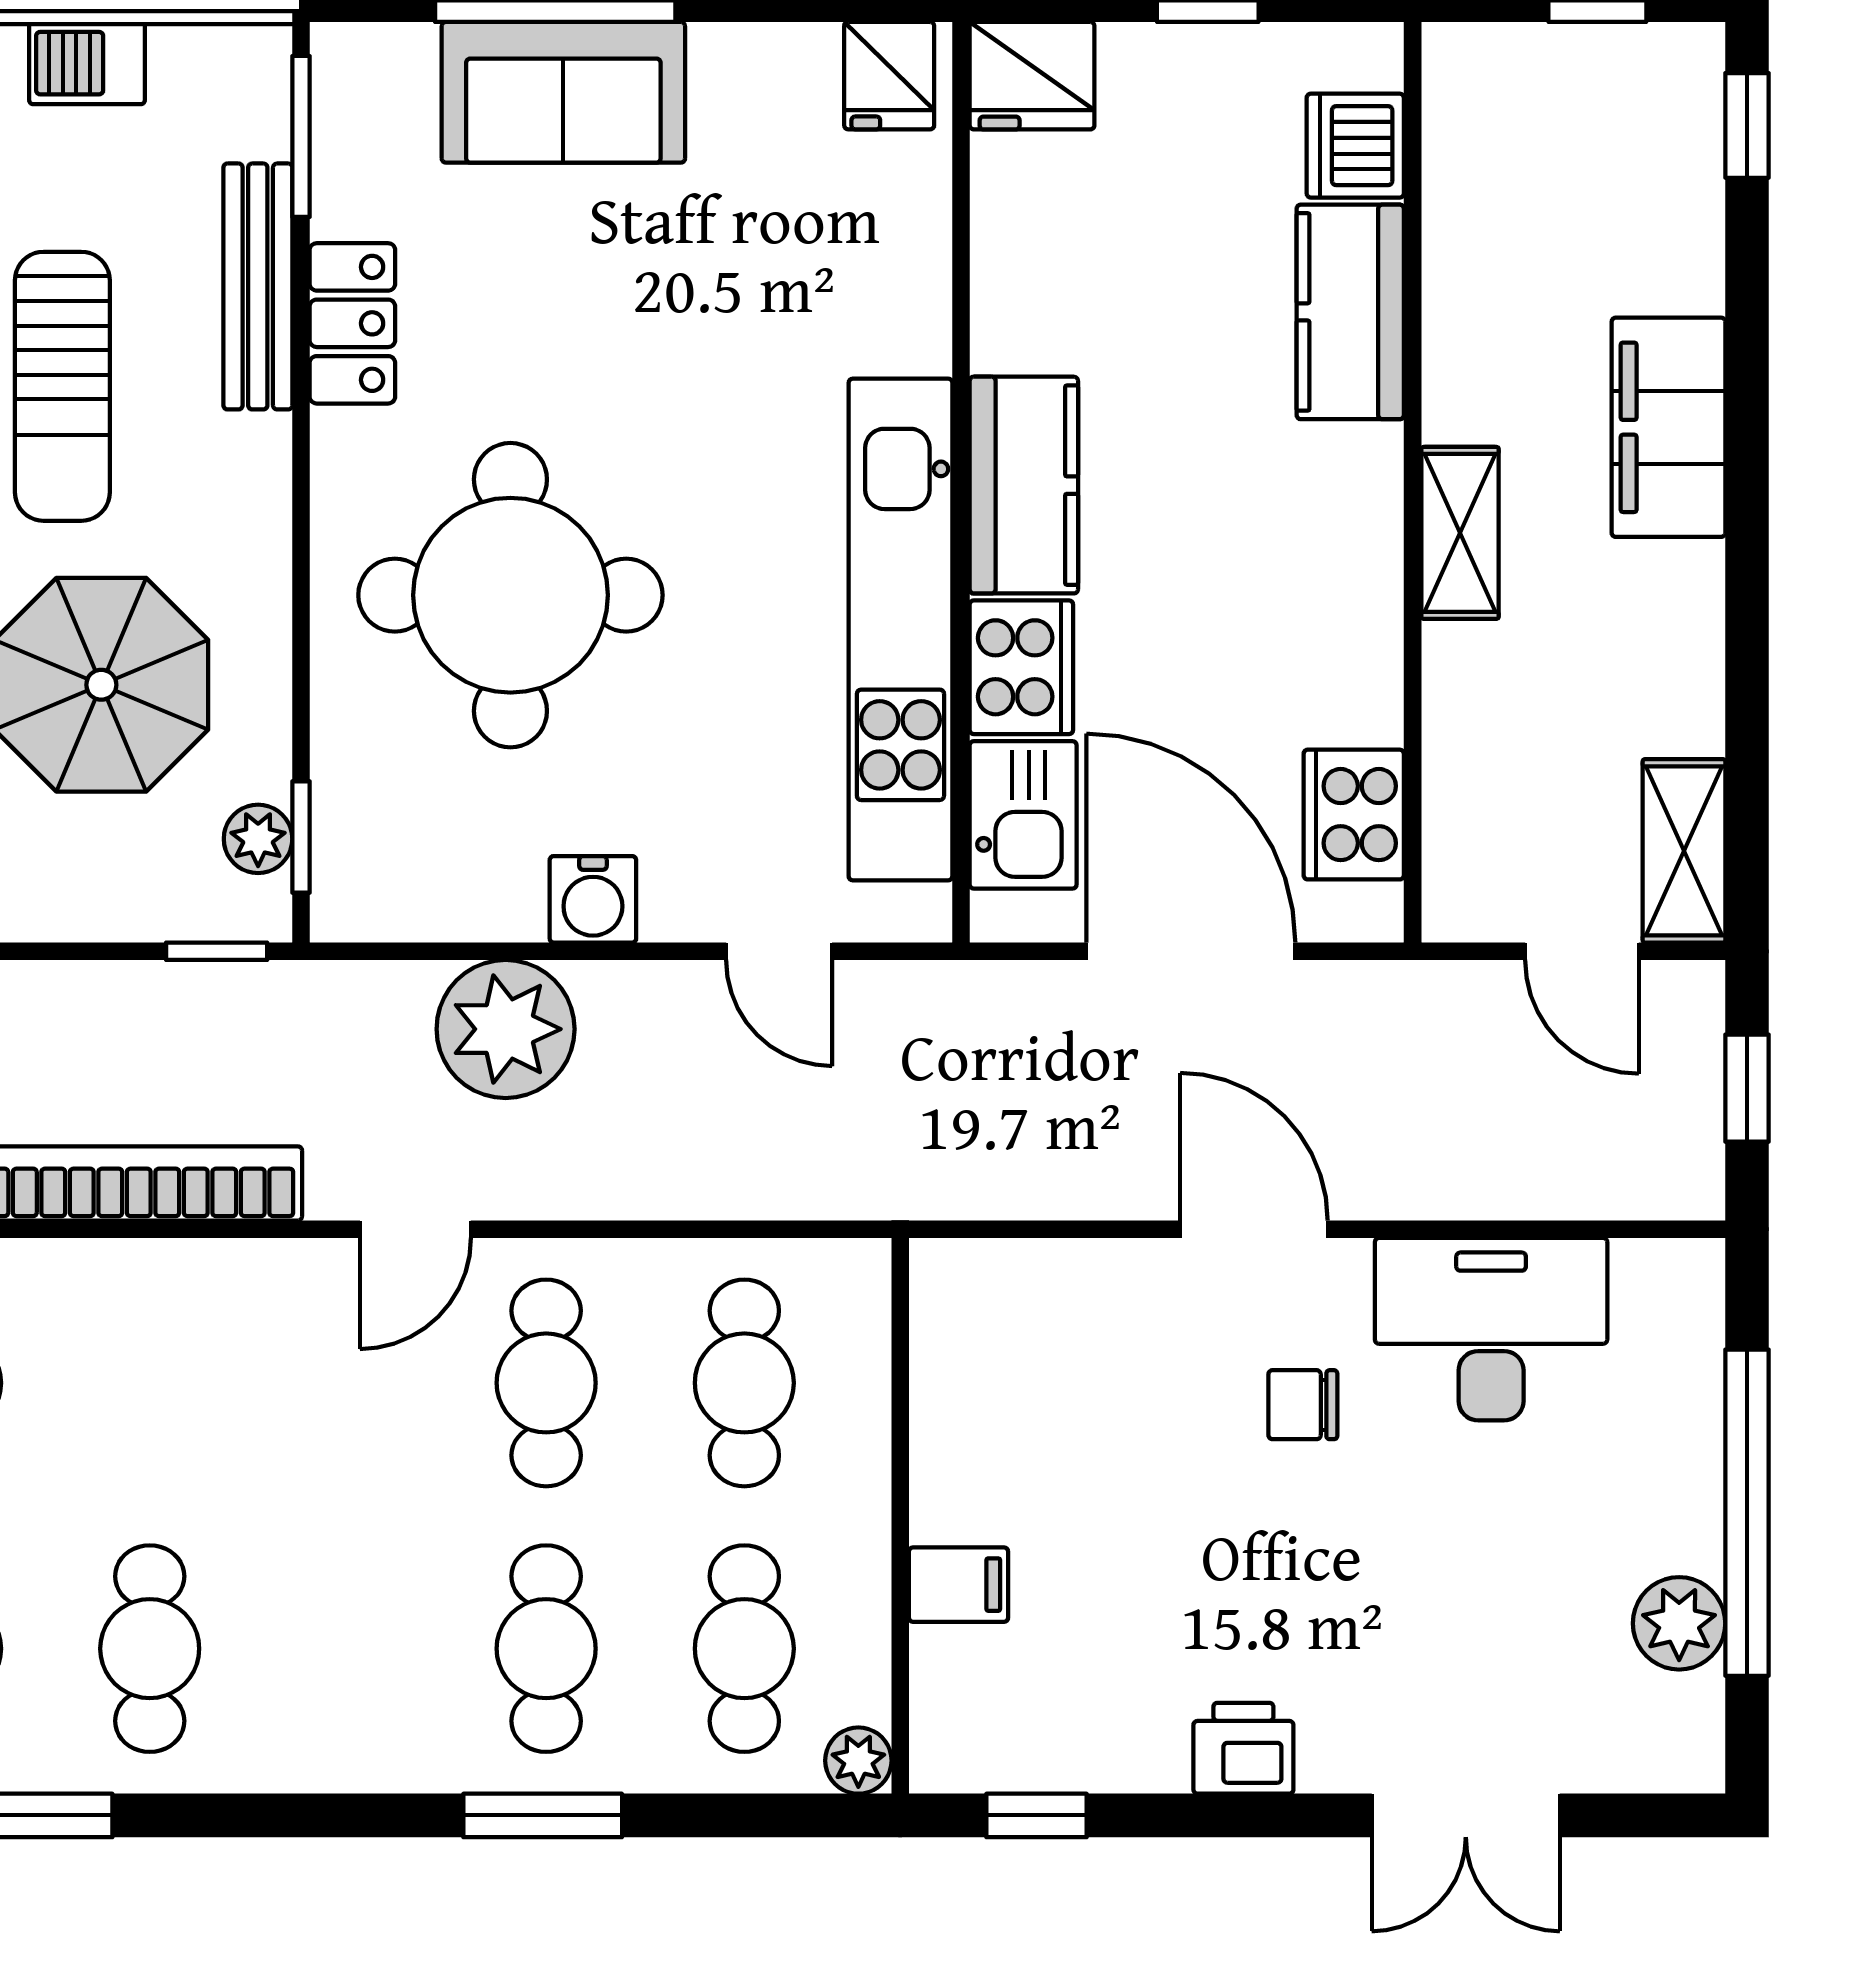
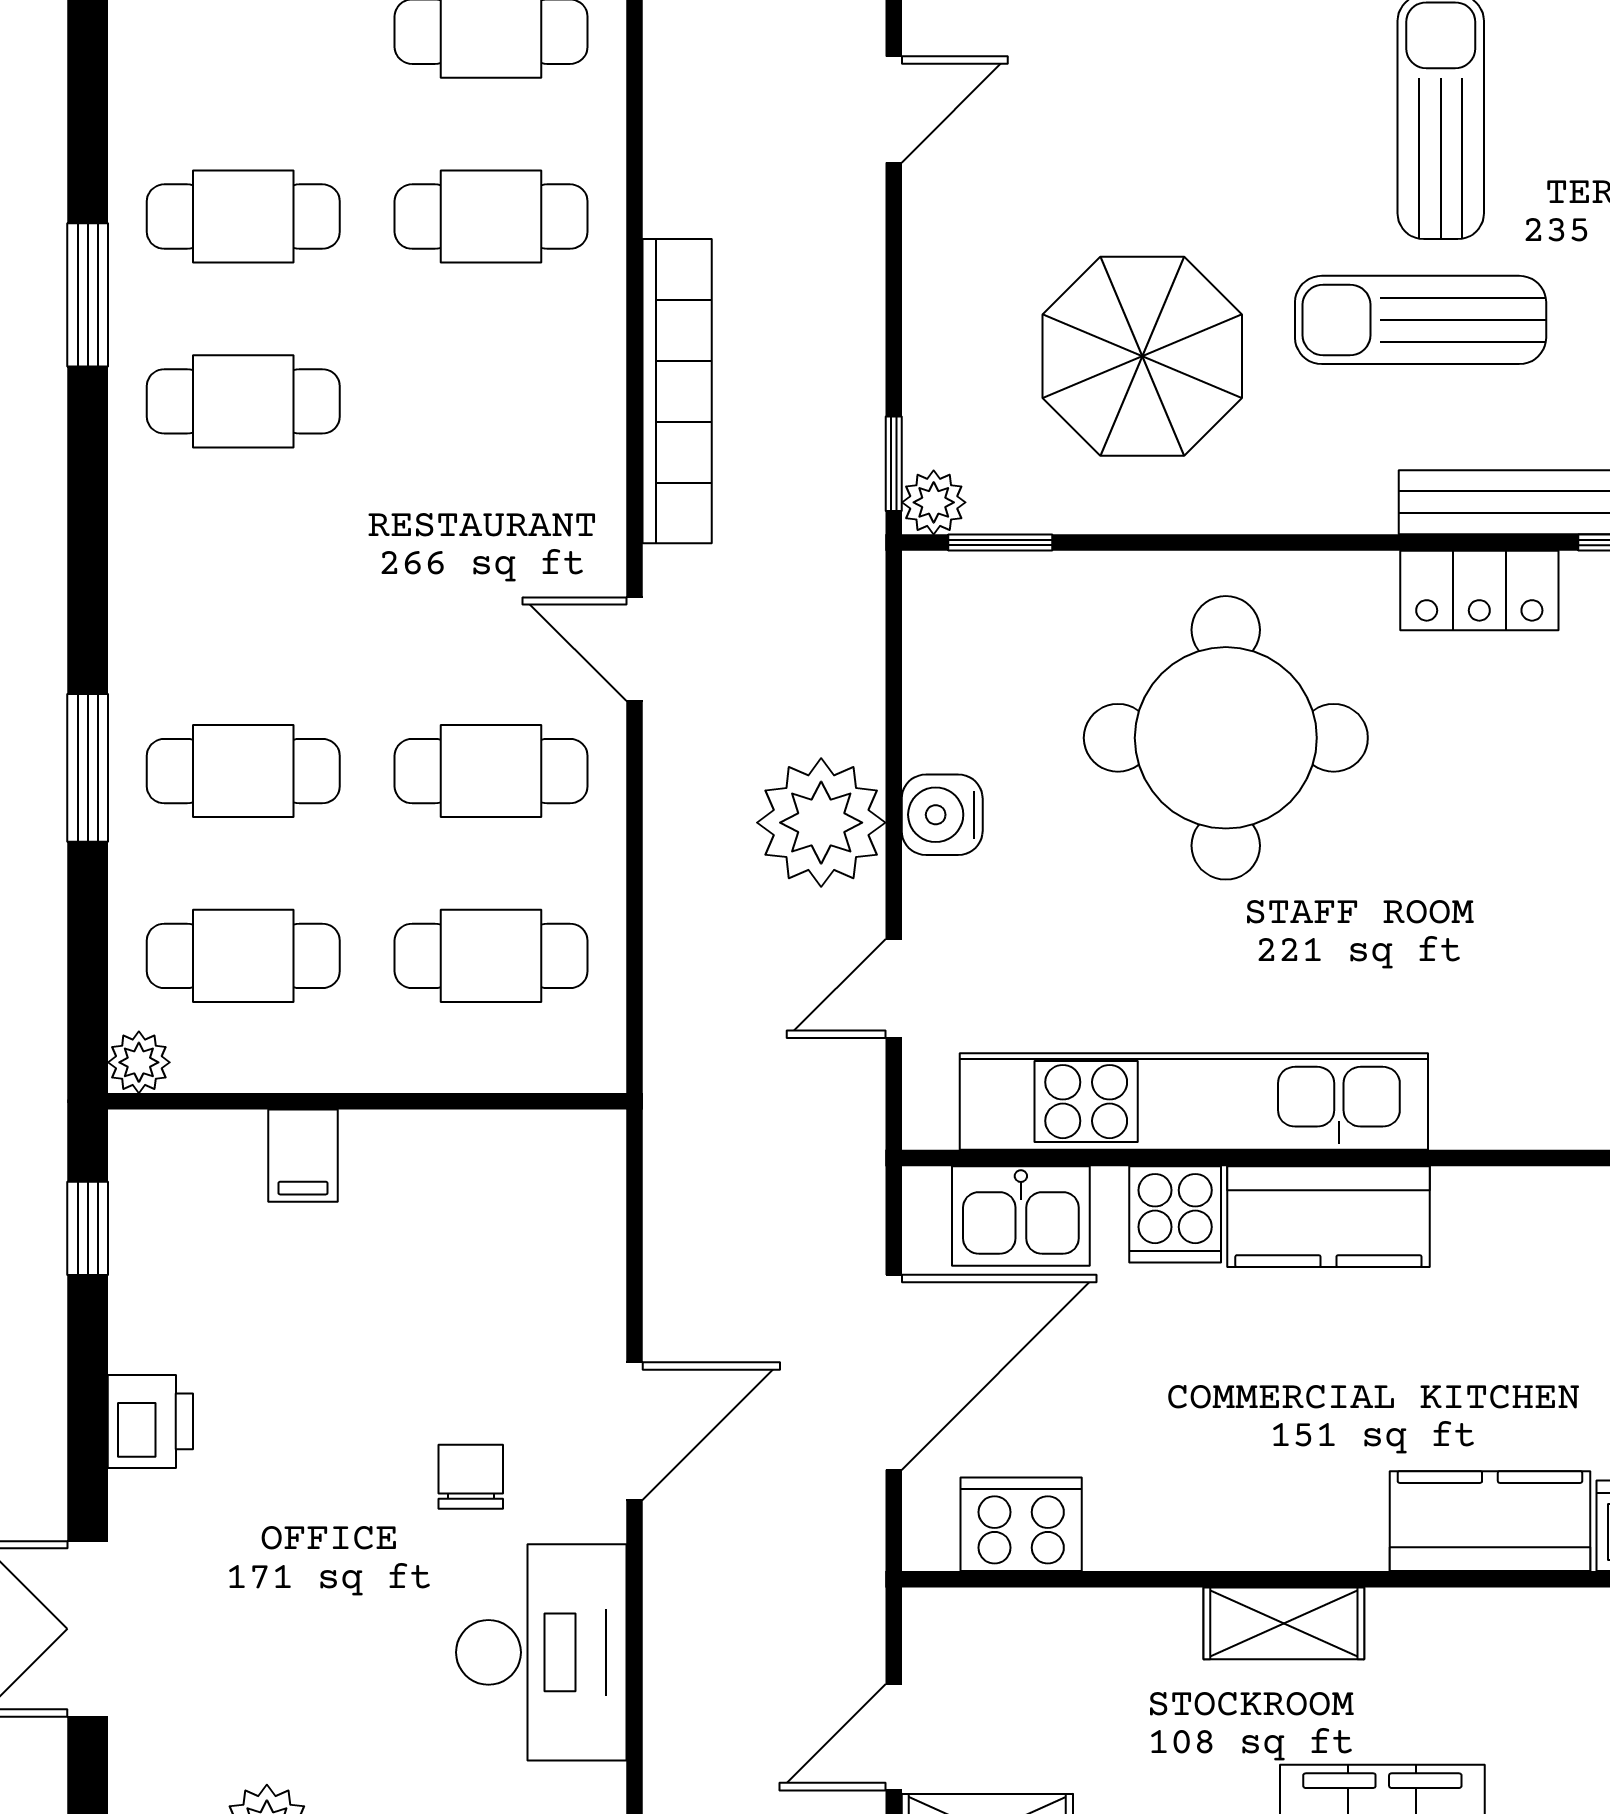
cooker: (1021, 667) -> (1175, 1214), width x0.73
plant: (258, 839) -> (934, 502), moved
plant: (506, 1029) -> (821, 823), moved

